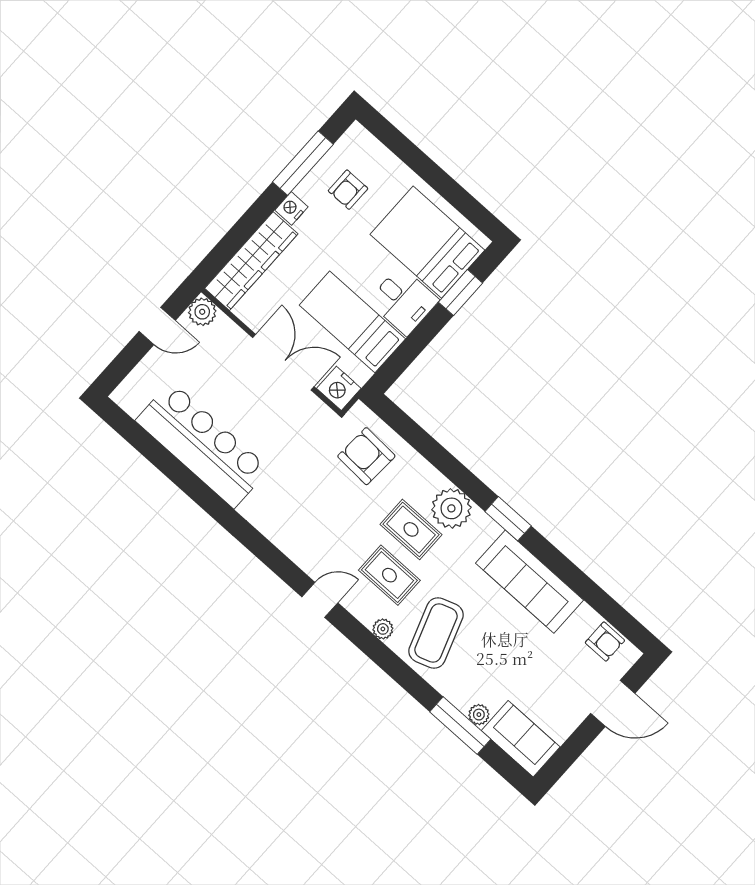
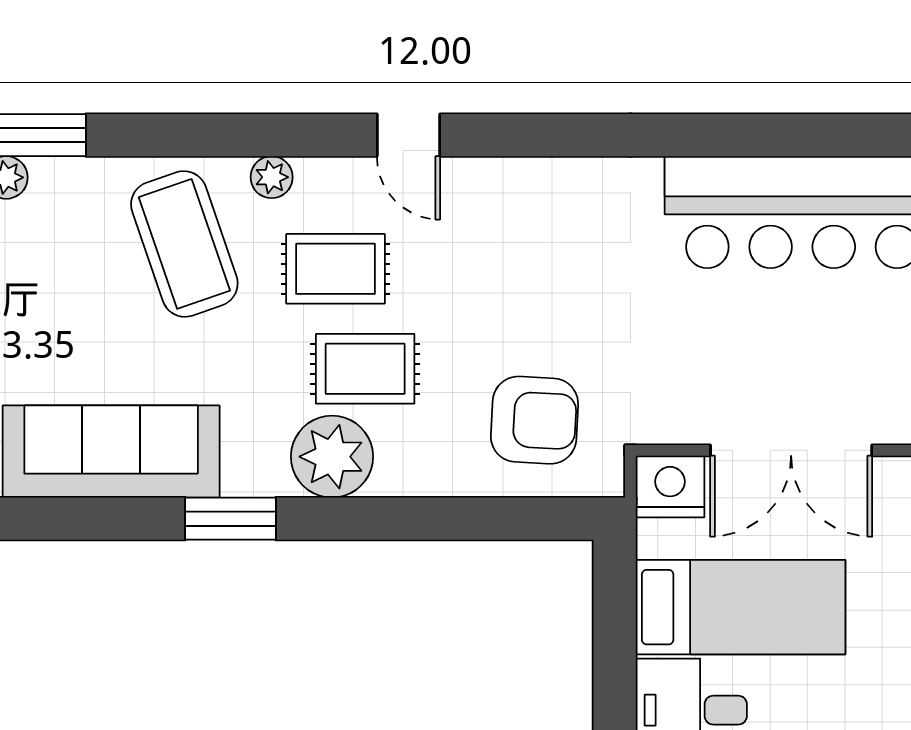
door: (320, 600) -> (409, 135), hinge flipped

